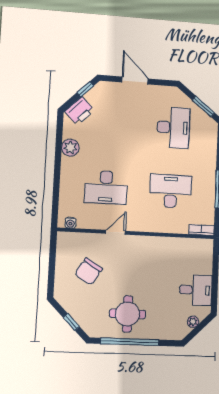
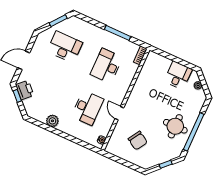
printer: (80, 111) -> (25, 90), moved

